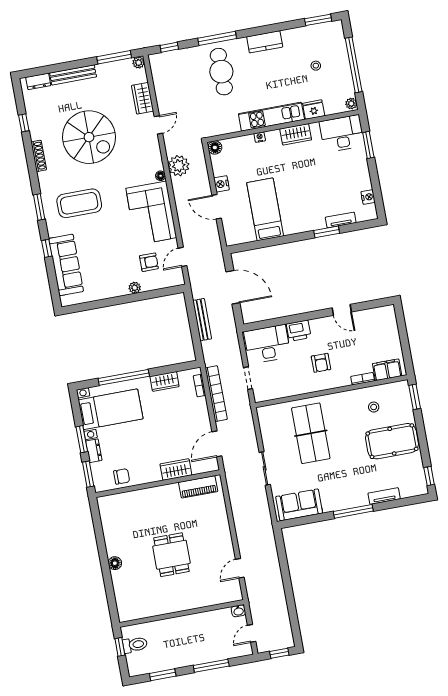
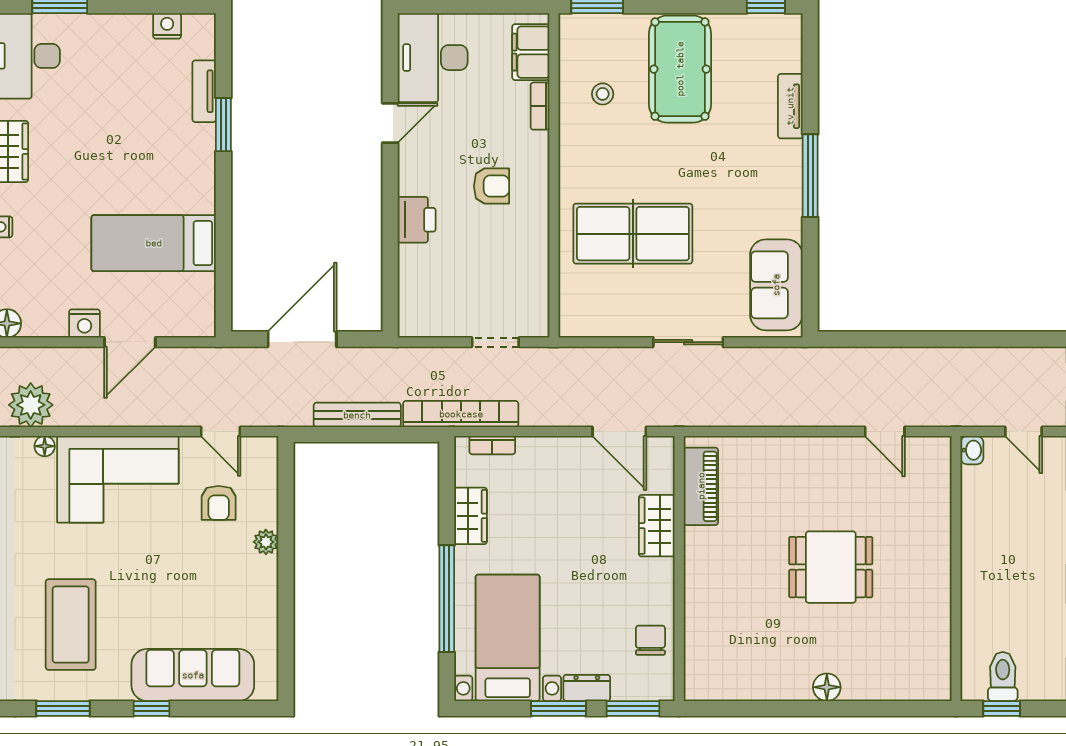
armchair: (149, 262) -> (219, 503), turned 180
desk: (267, 344) -> (433, 58), moved
bookcase: (216, 394) -> (461, 414), moved

